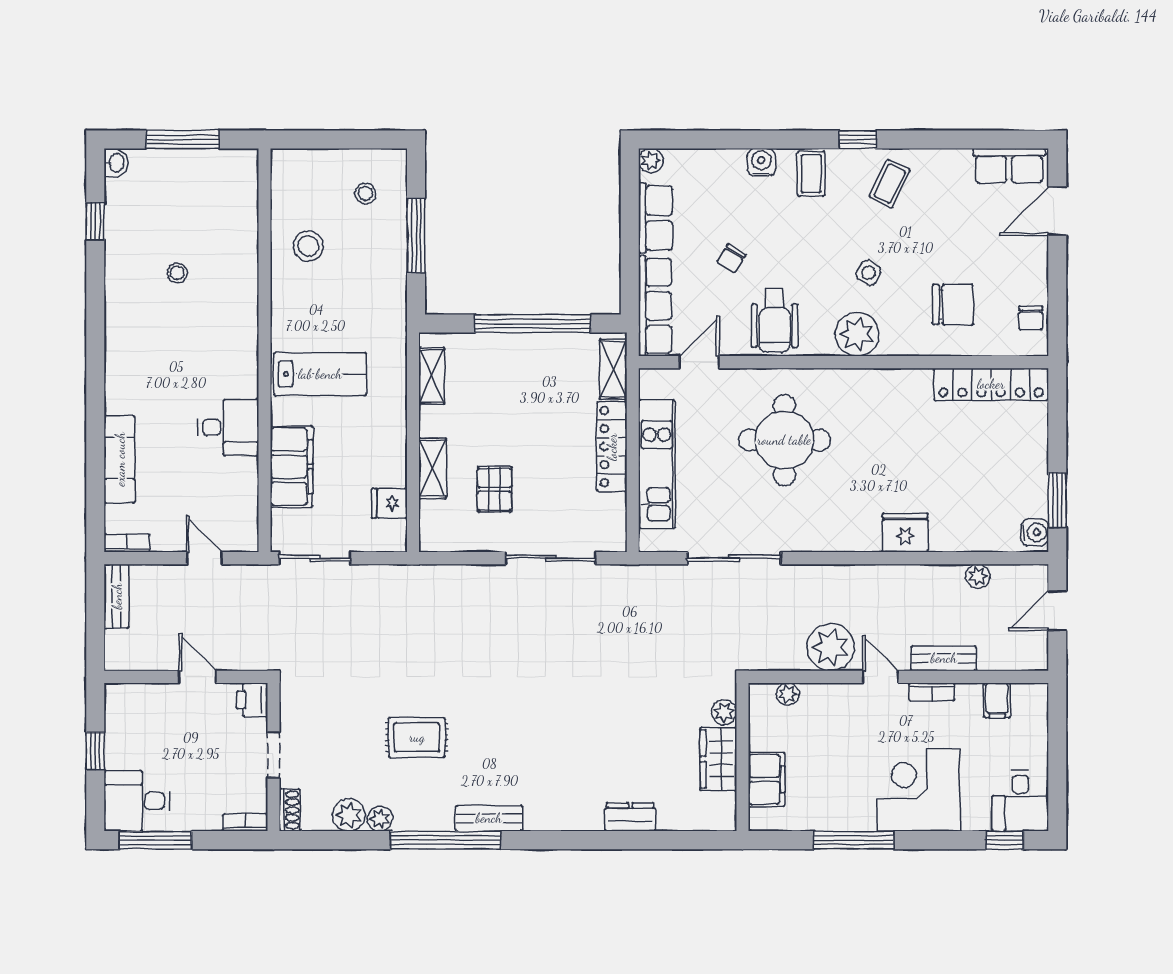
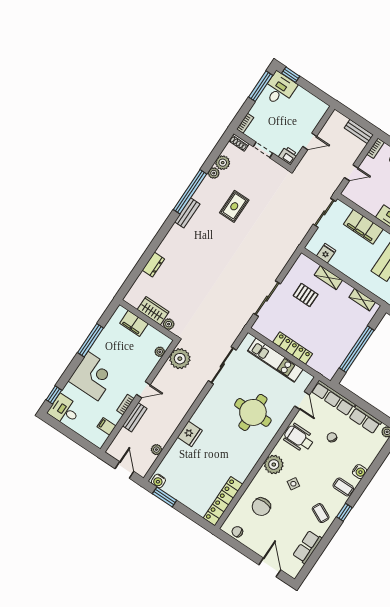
row of seats: (1009, 166) -> (307, 547), moved
shelving: (613, 369) -> (320, 367), removed
plant: (831, 647) -> (180, 359), moved
window: (95, 751) -> (291, 75), moved

